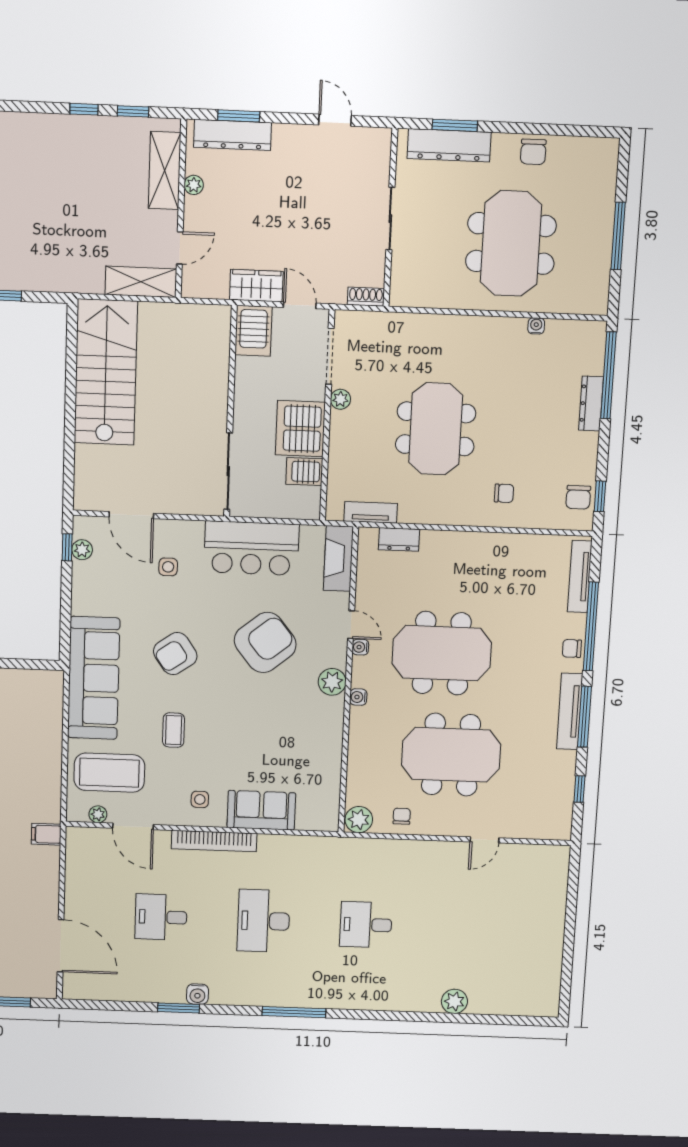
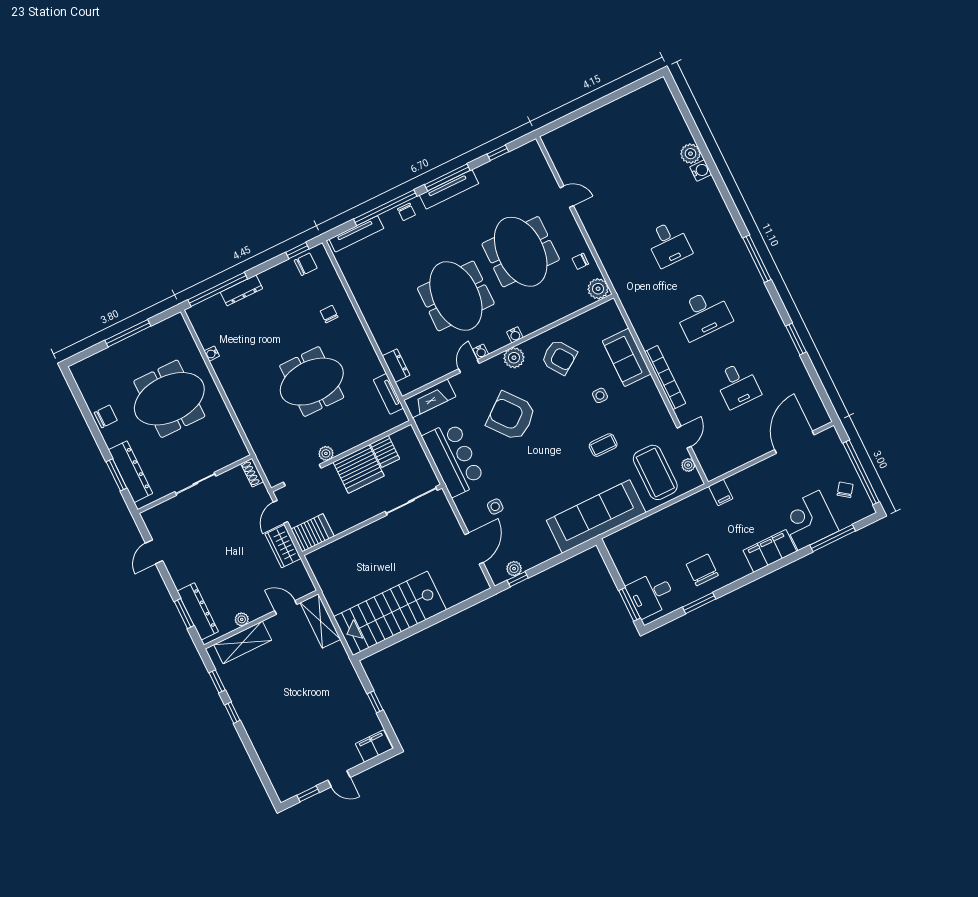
armchair: (175, 654) -> (559, 357), moved
side table: (200, 799) -> (600, 395), moved
door: (133, 826) -> (684, 437), width x0.73
water cooler: (197, 994) -> (701, 171), moved

